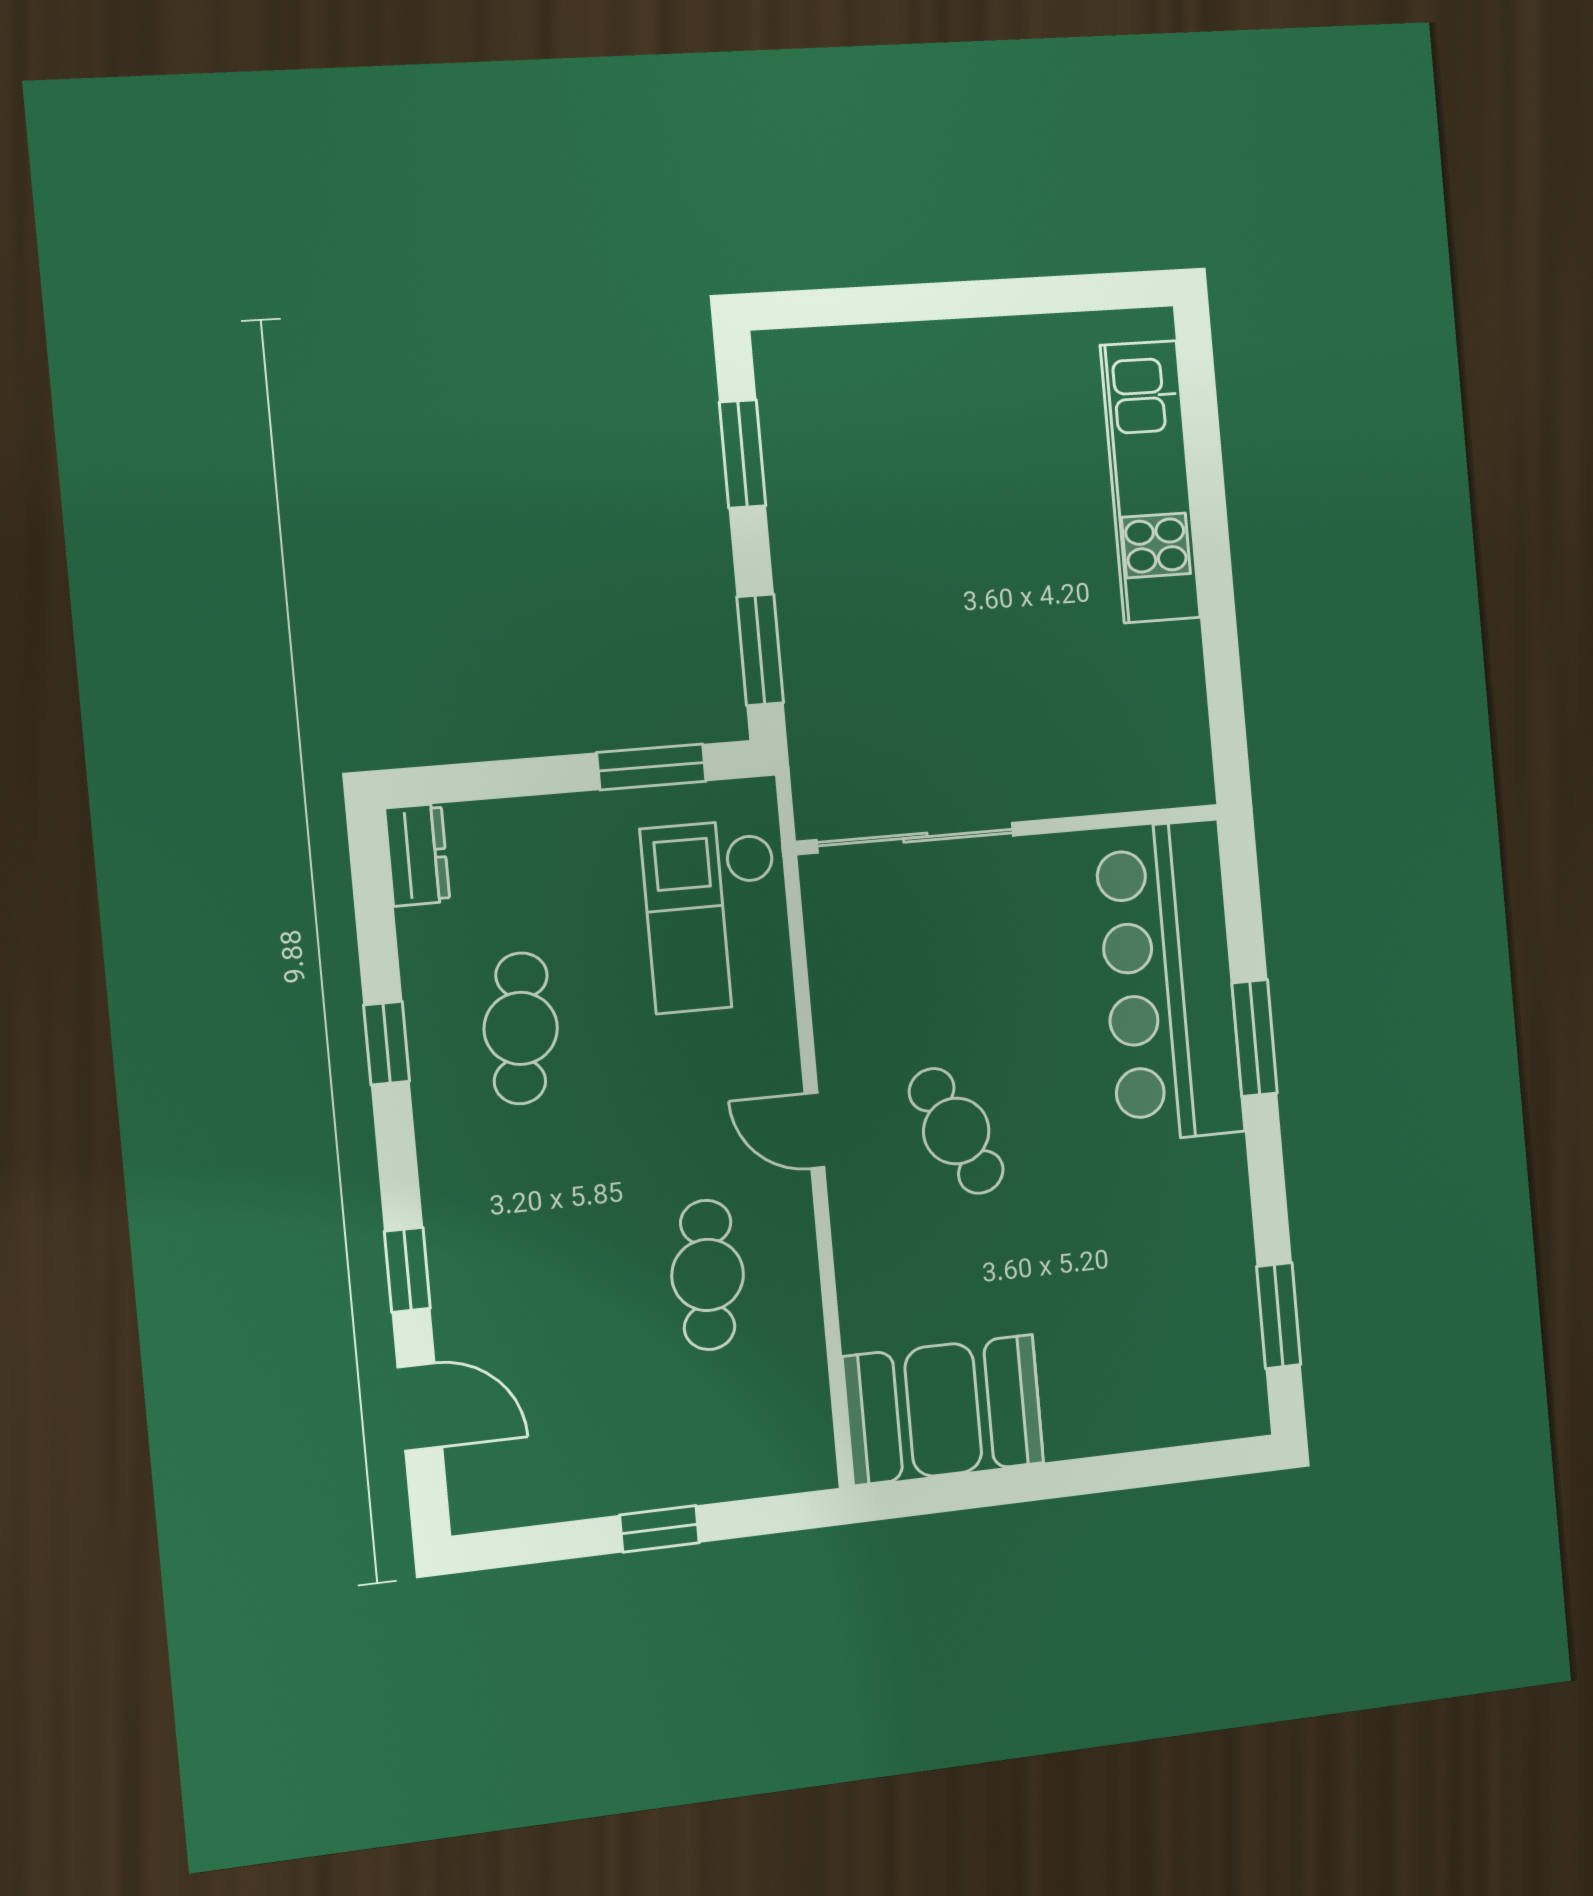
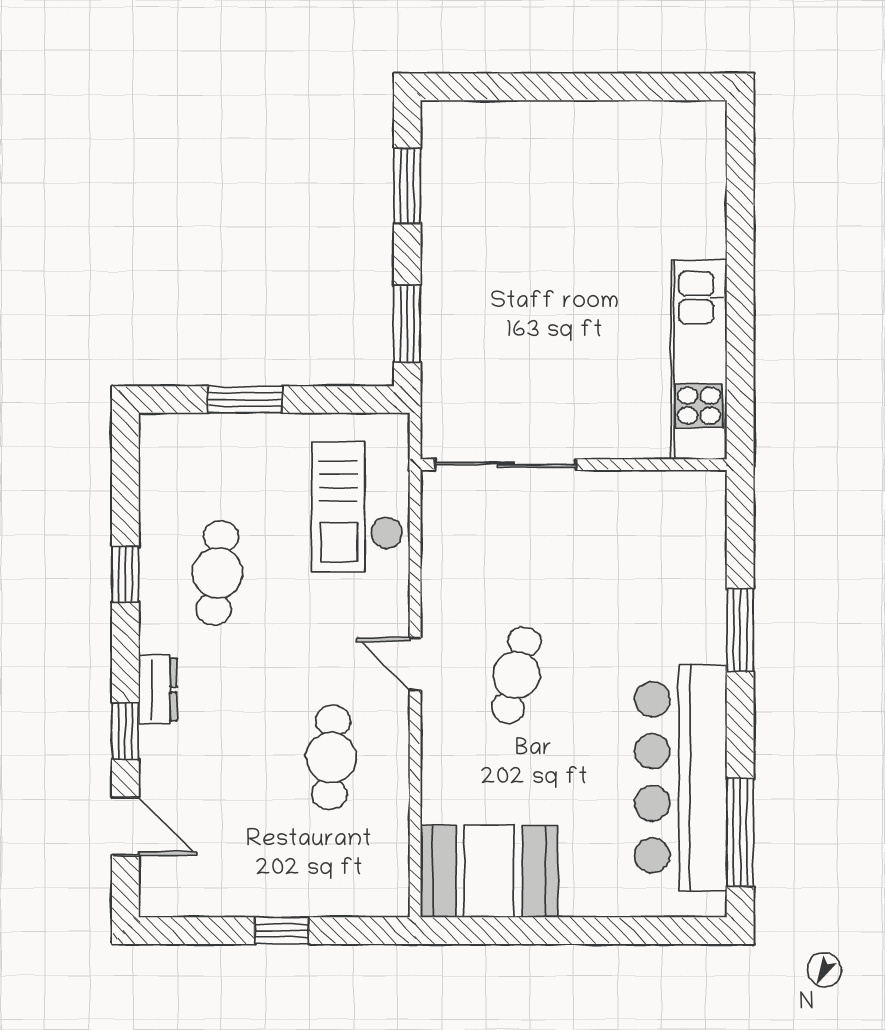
kitchen unit: (1150, 482) -> (699, 360), moved
window: (651, 767) -> (245, 400), moved
dresser: (417, 855) -> (158, 690), moved
bar counter: (1169, 981) -> (681, 777), moved
cafe table: (956, 1131) -> (516, 675), turned 40
window: (1279, 1316) -> (740, 832), width x1.44

